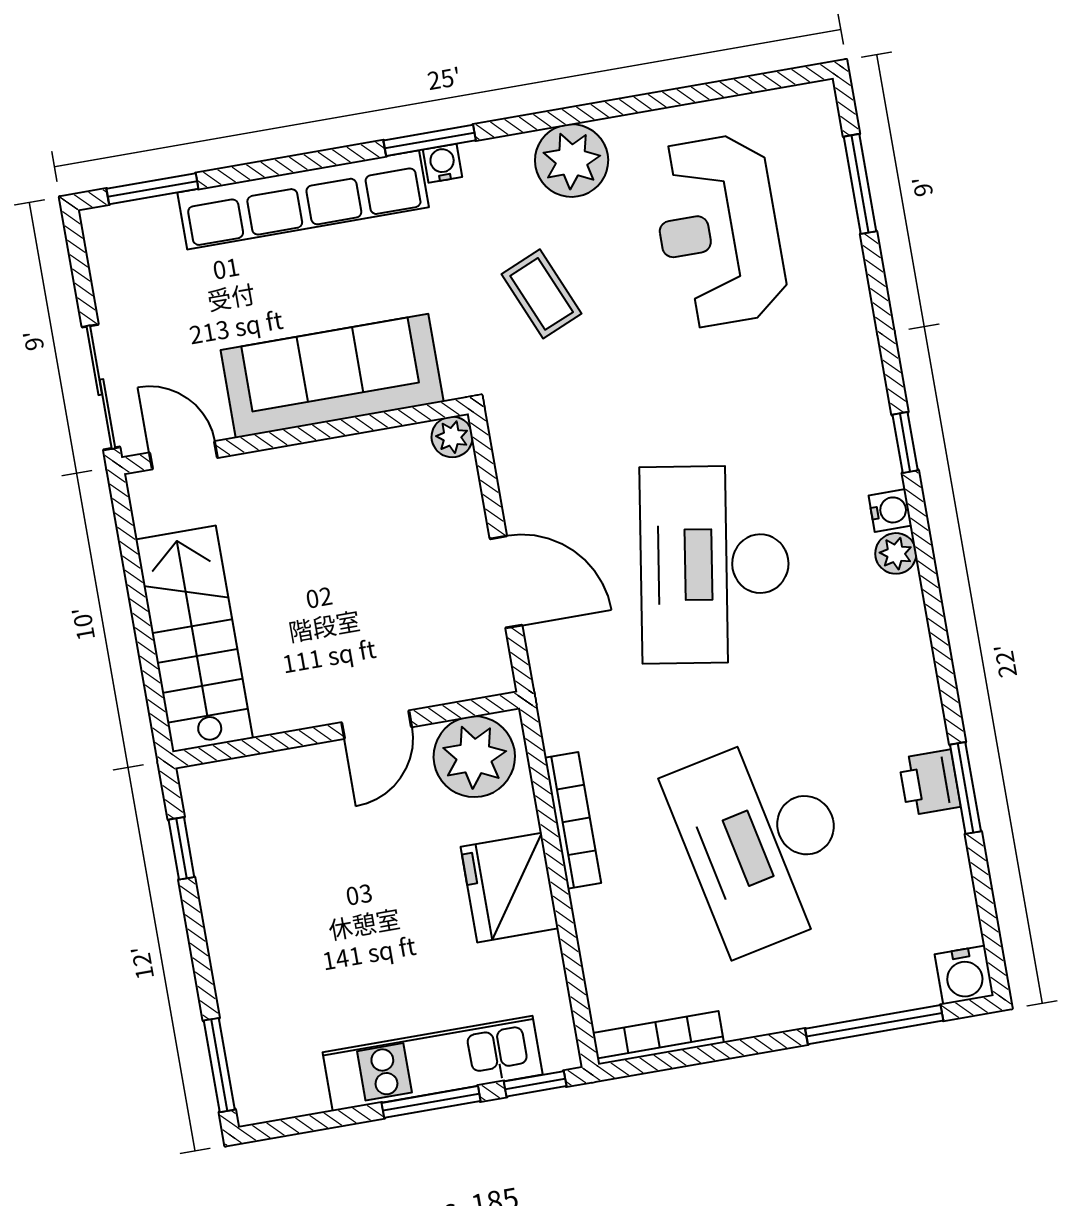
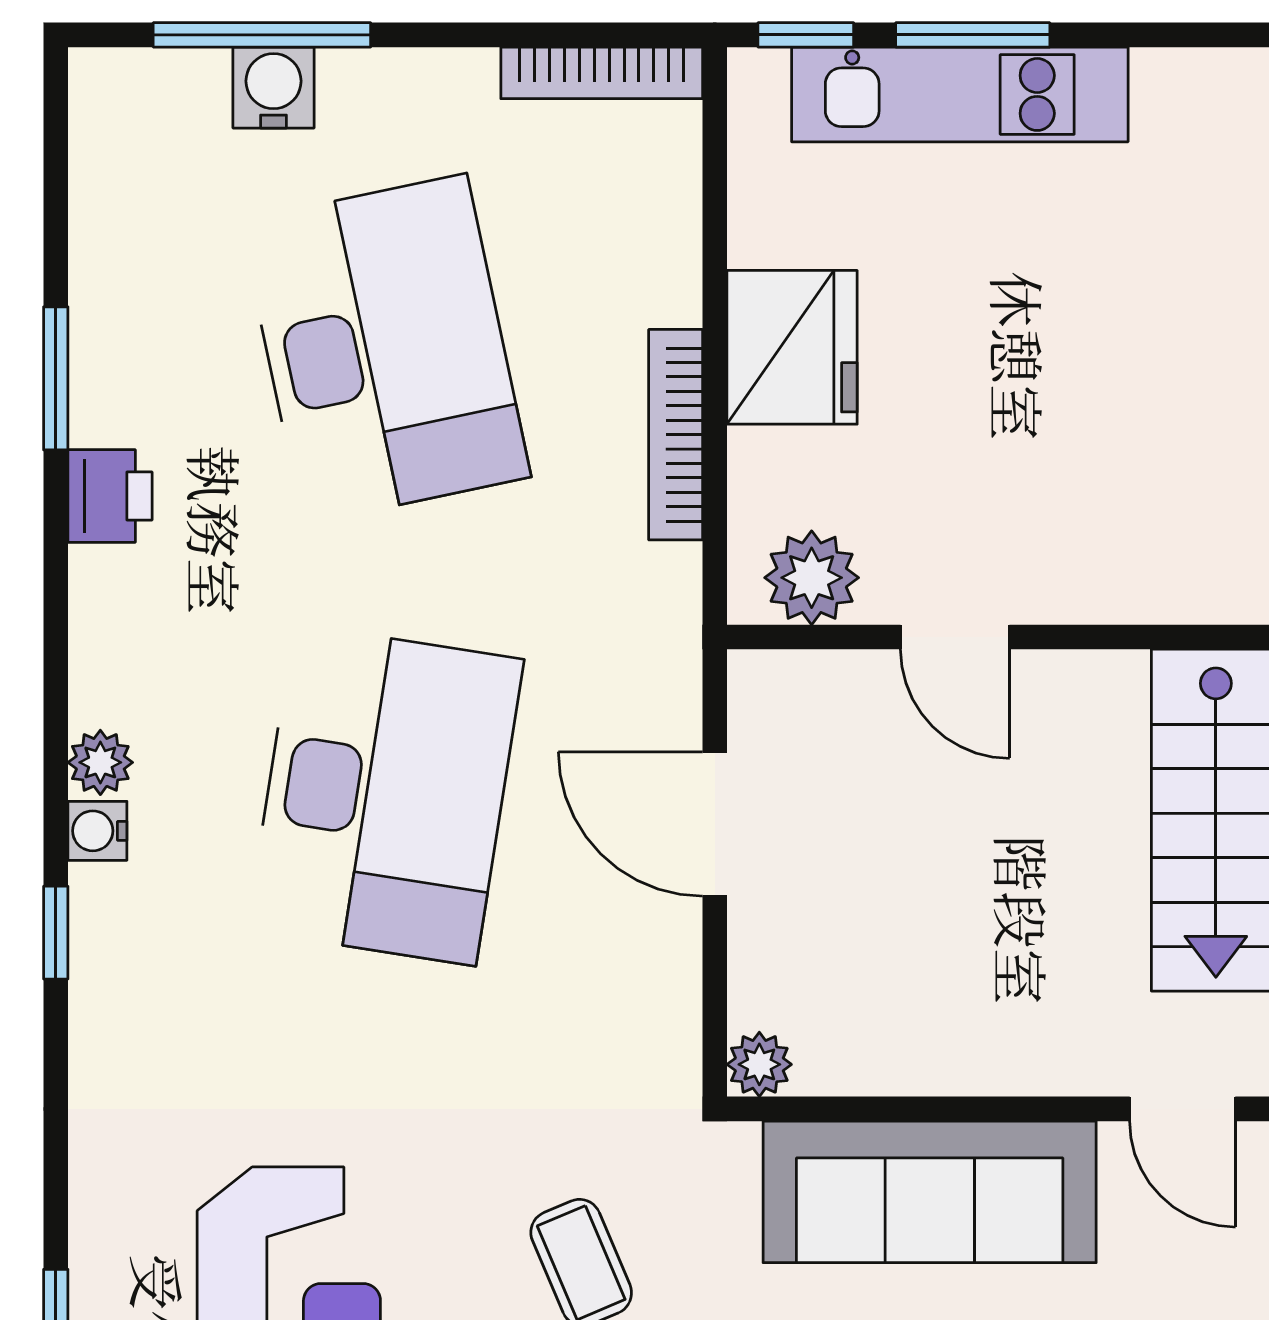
door: (377, 725) -> (955, 637), swing flipped
plant: (474, 757) -> (812, 578), width x0.73, depth x0.73
printer: (930, 783) -> (110, 496), moved
water cooler: (964, 975) -> (273, 88), moved

